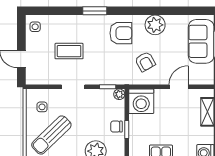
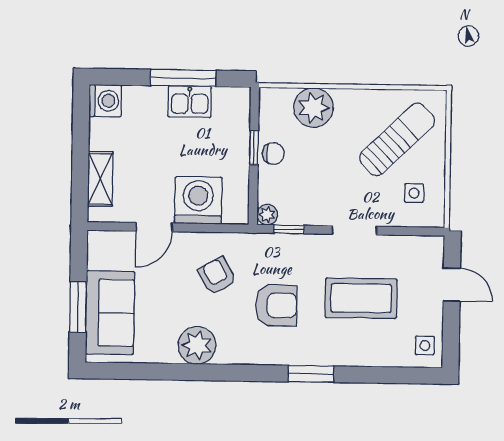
armchair: (121, 33) -> (276, 305), moved, turned 180
coffee table: (69, 51) -> (361, 298), width x1.36, depth x1.32
washing machine: (141, 101) -> (198, 200), moved

